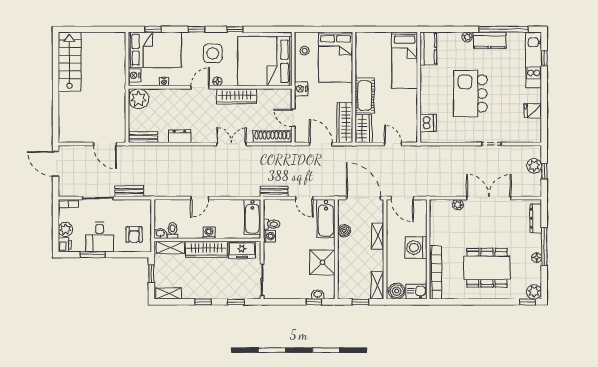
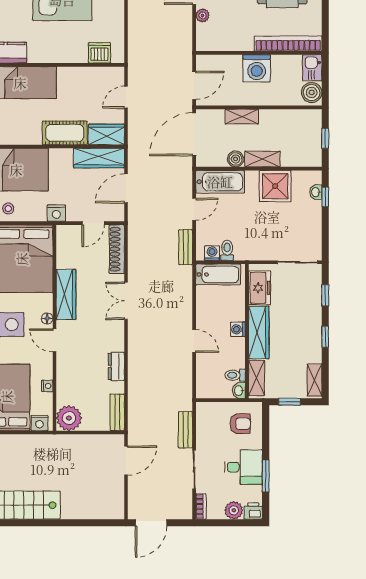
washing machine: (269, 236) -> (212, 253), moved
shelving: (377, 285) -> (262, 159), moved

